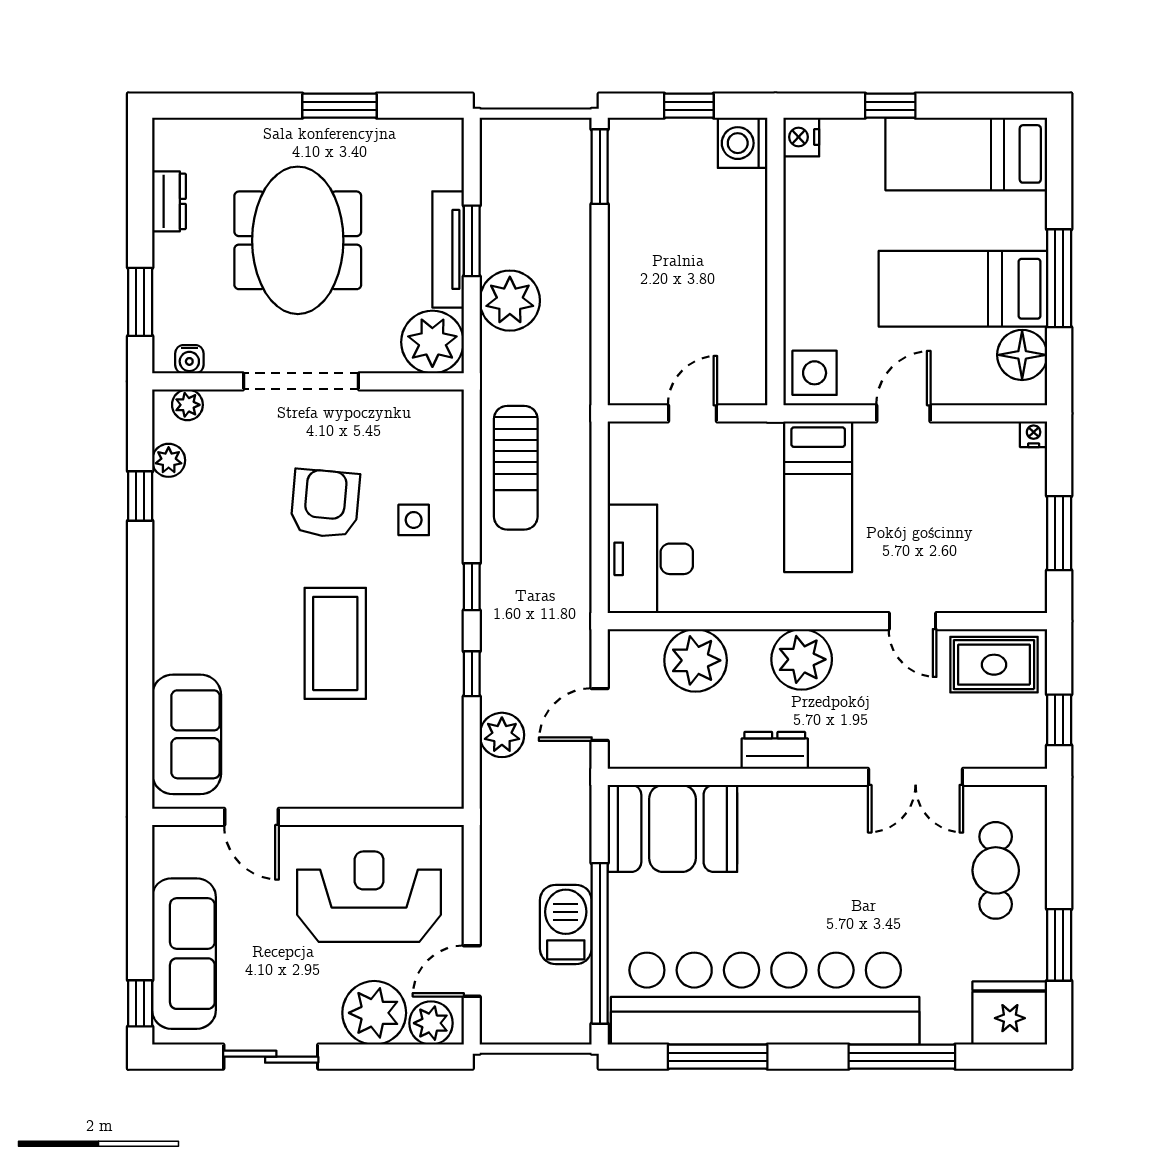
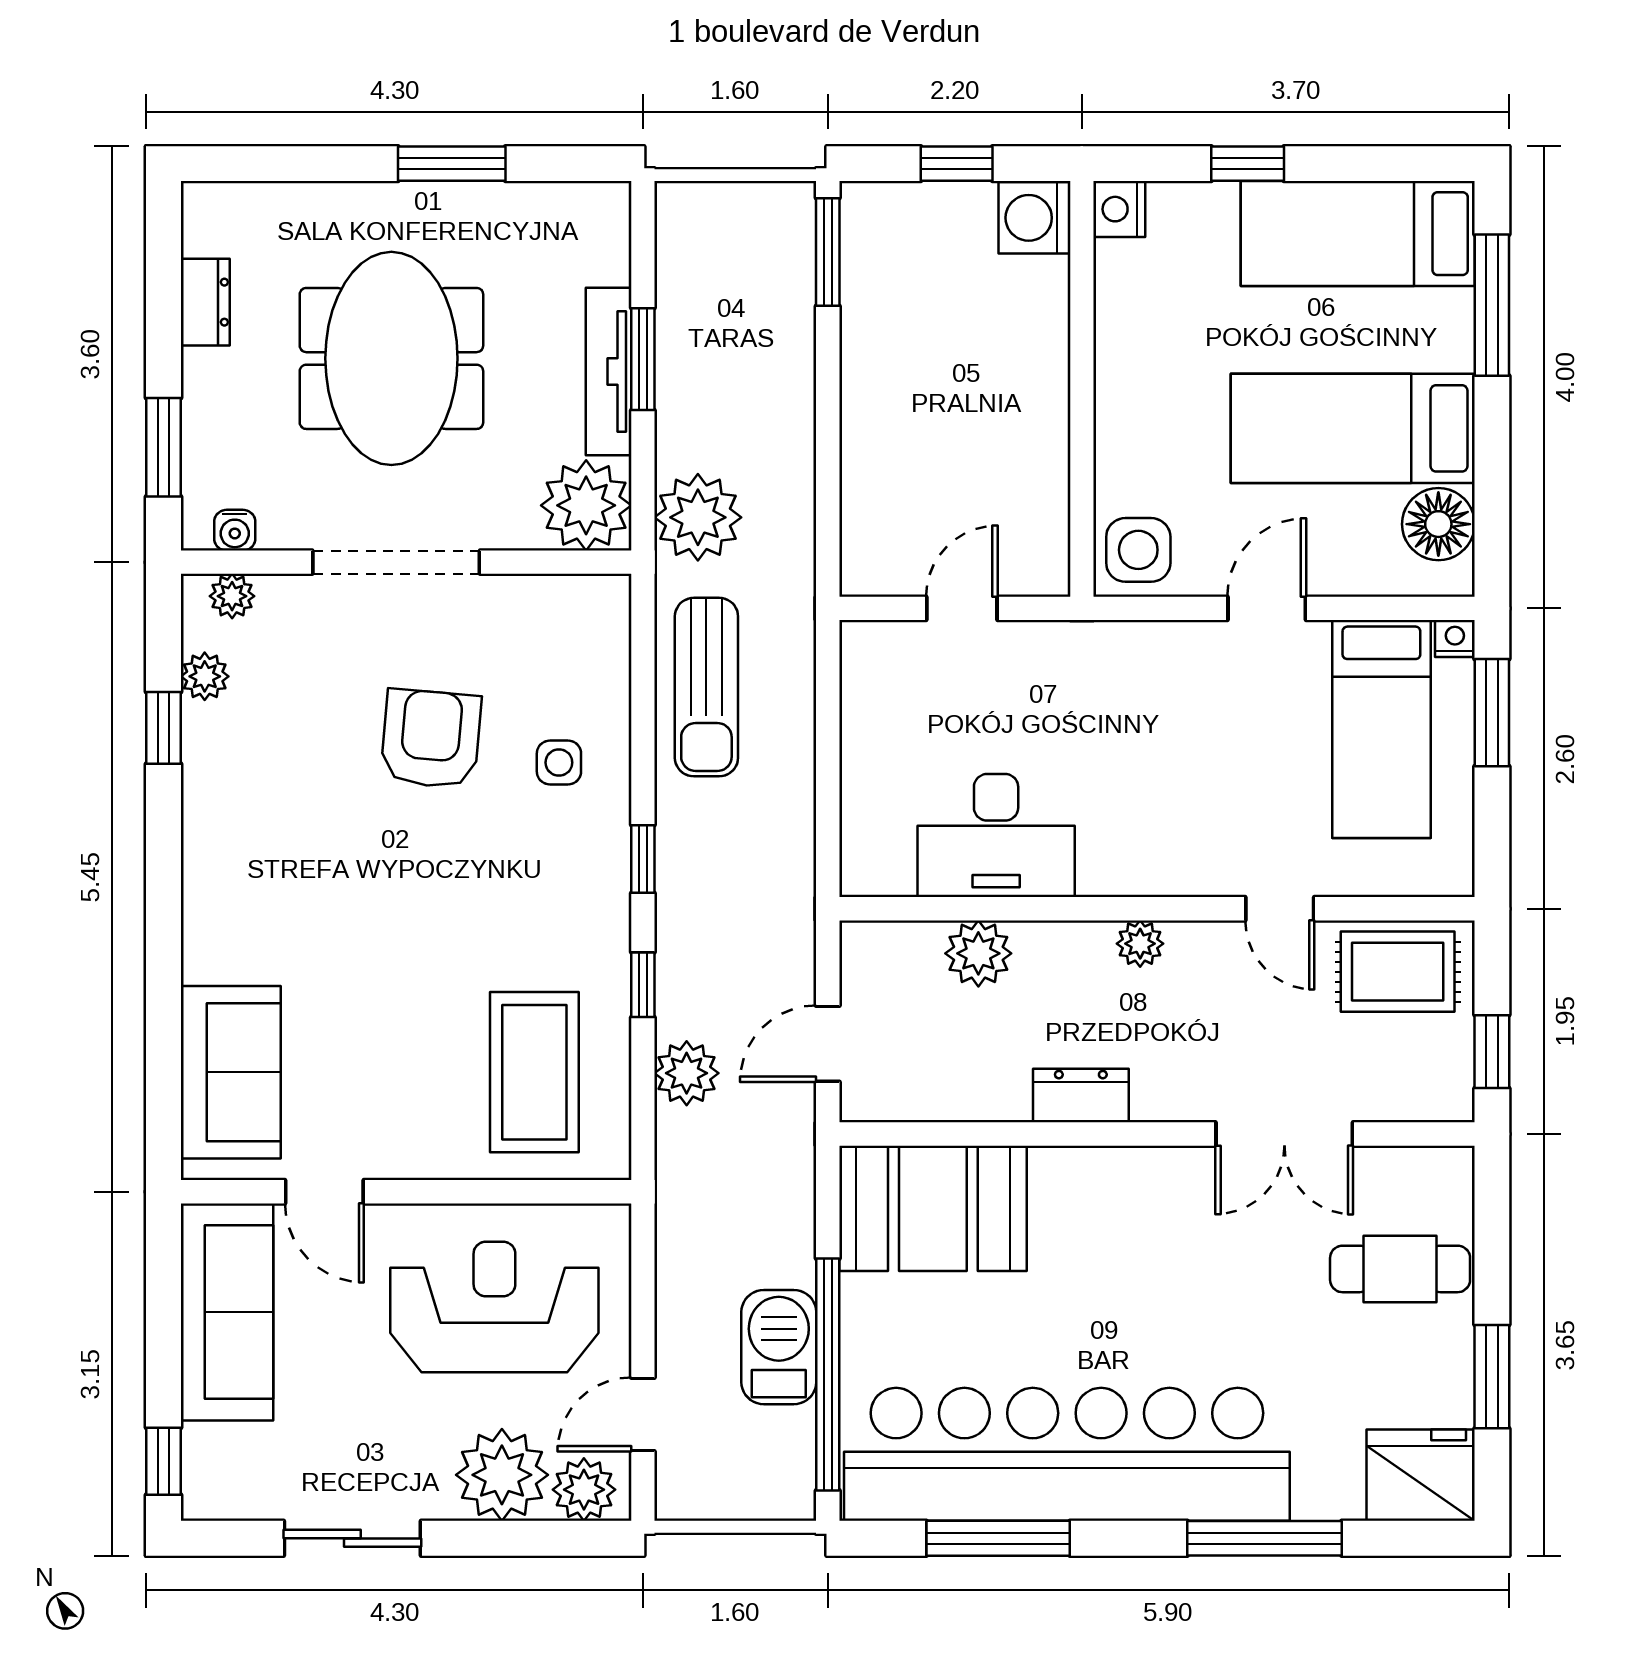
window: (1059, 278) -> (1492, 305), moved
plant: (510, 301) -> (698, 517), moved
bed: (818, 497) -> (1381, 729), moved
window: (1059, 533) -> (1492, 713), moved
desk: (650, 559) -> (996, 836), moved, turned -90
coffee table: (335, 643) -> (534, 1072), moved
plant: (802, 659) -> (1140, 944), width x0.53, depth x0.53
plant: (696, 660) -> (978, 953), width x0.73, depth x0.73
cafe table: (996, 870) -> (1400, 1269), turned 90
sofa: (184, 954) -> (227, 1312), moved

